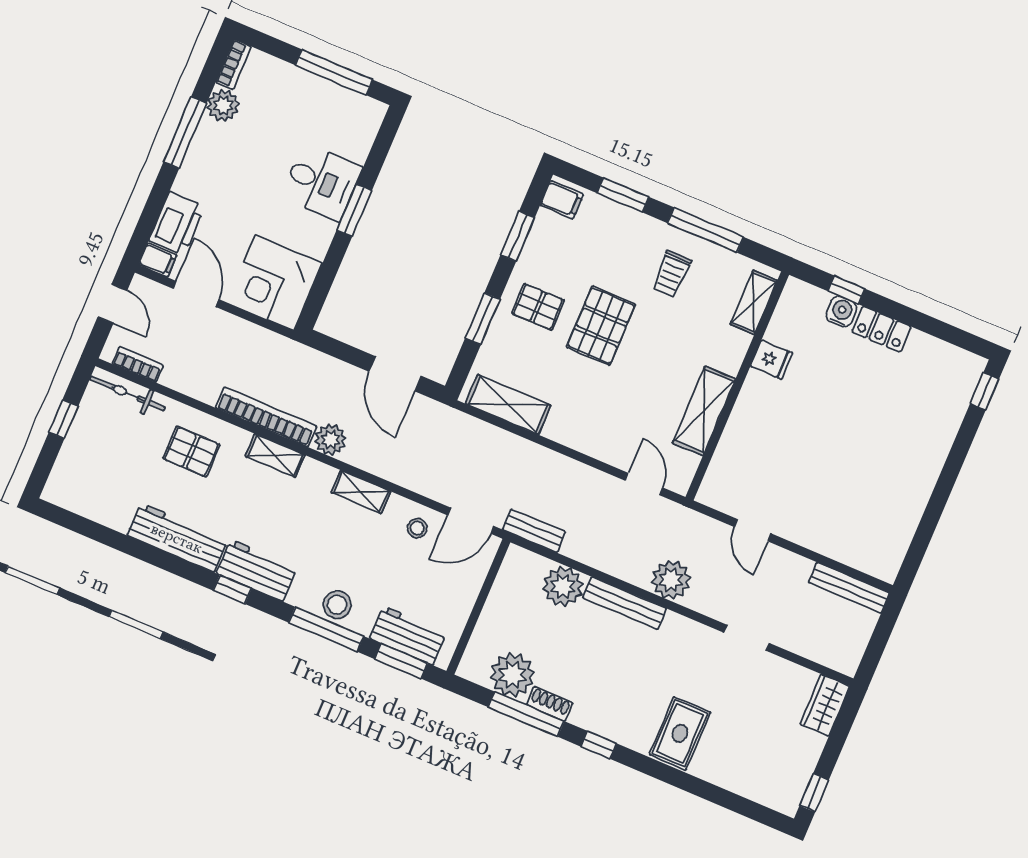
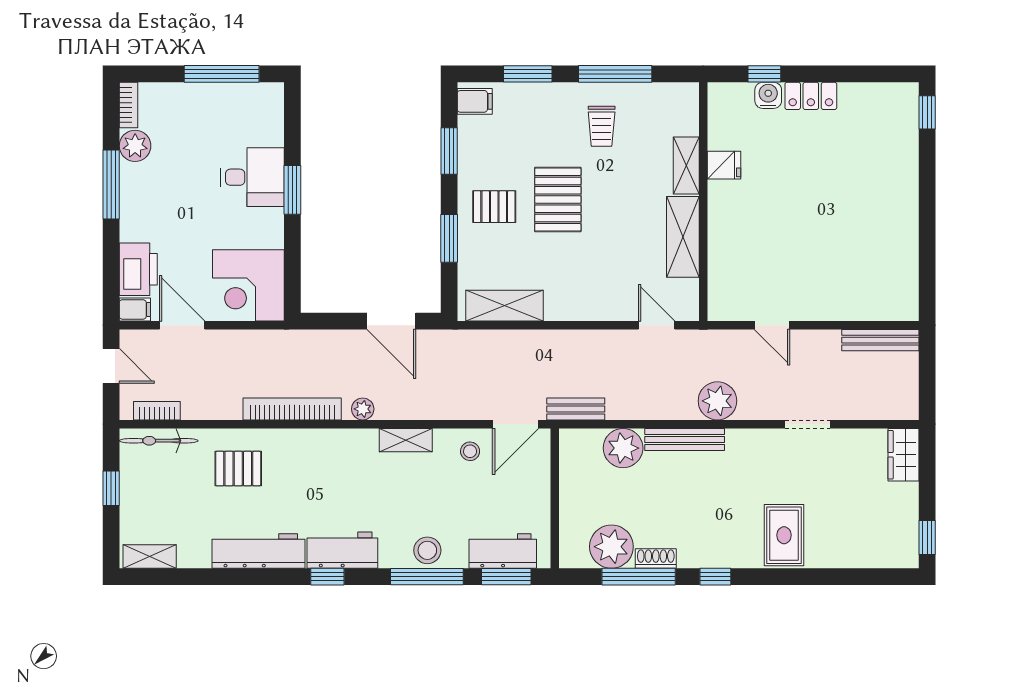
shelving: (754, 302) -> (686, 165), moved
plant: (331, 440) -> (363, 409), width x0.73, depth x0.73
shelving: (275, 456) -> (150, 556), moved

